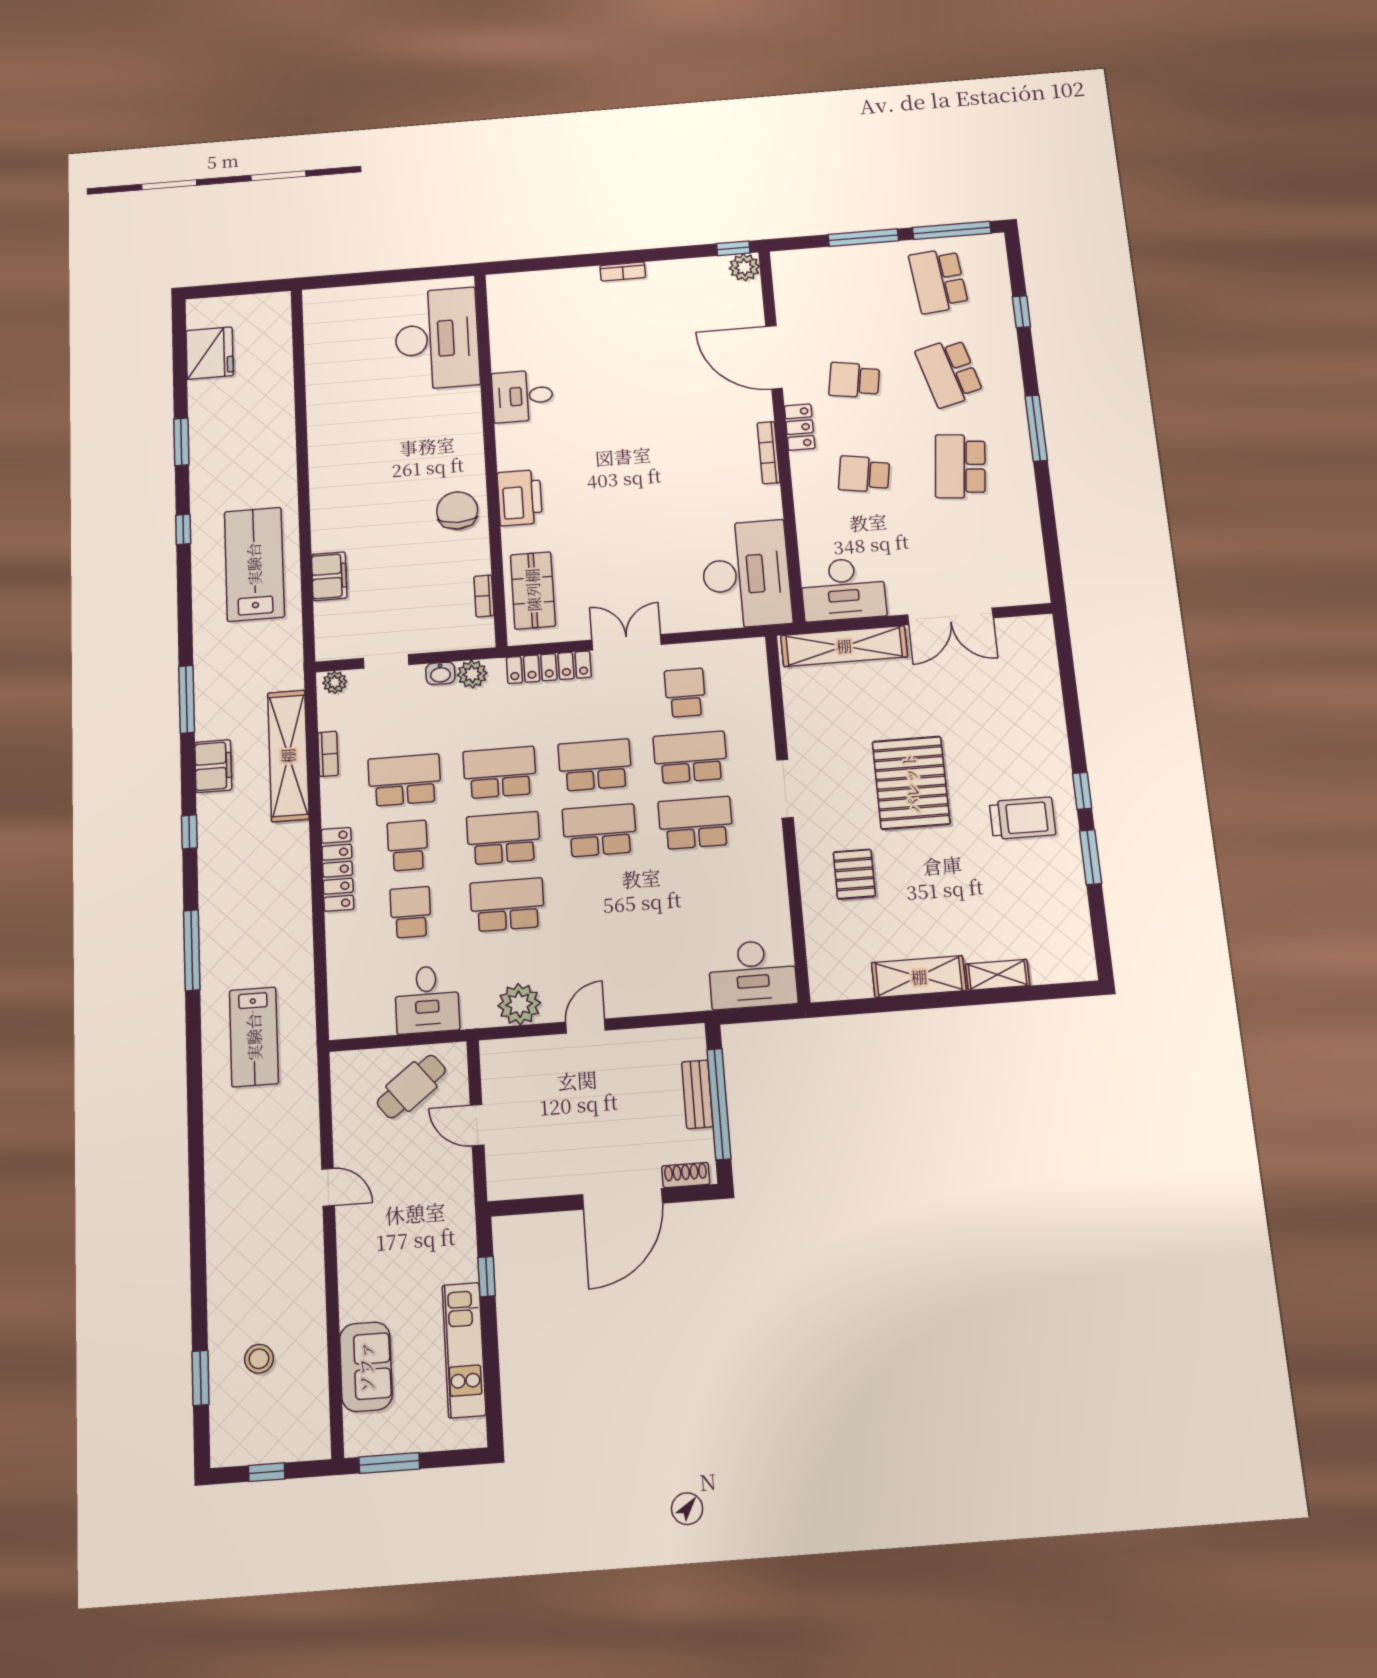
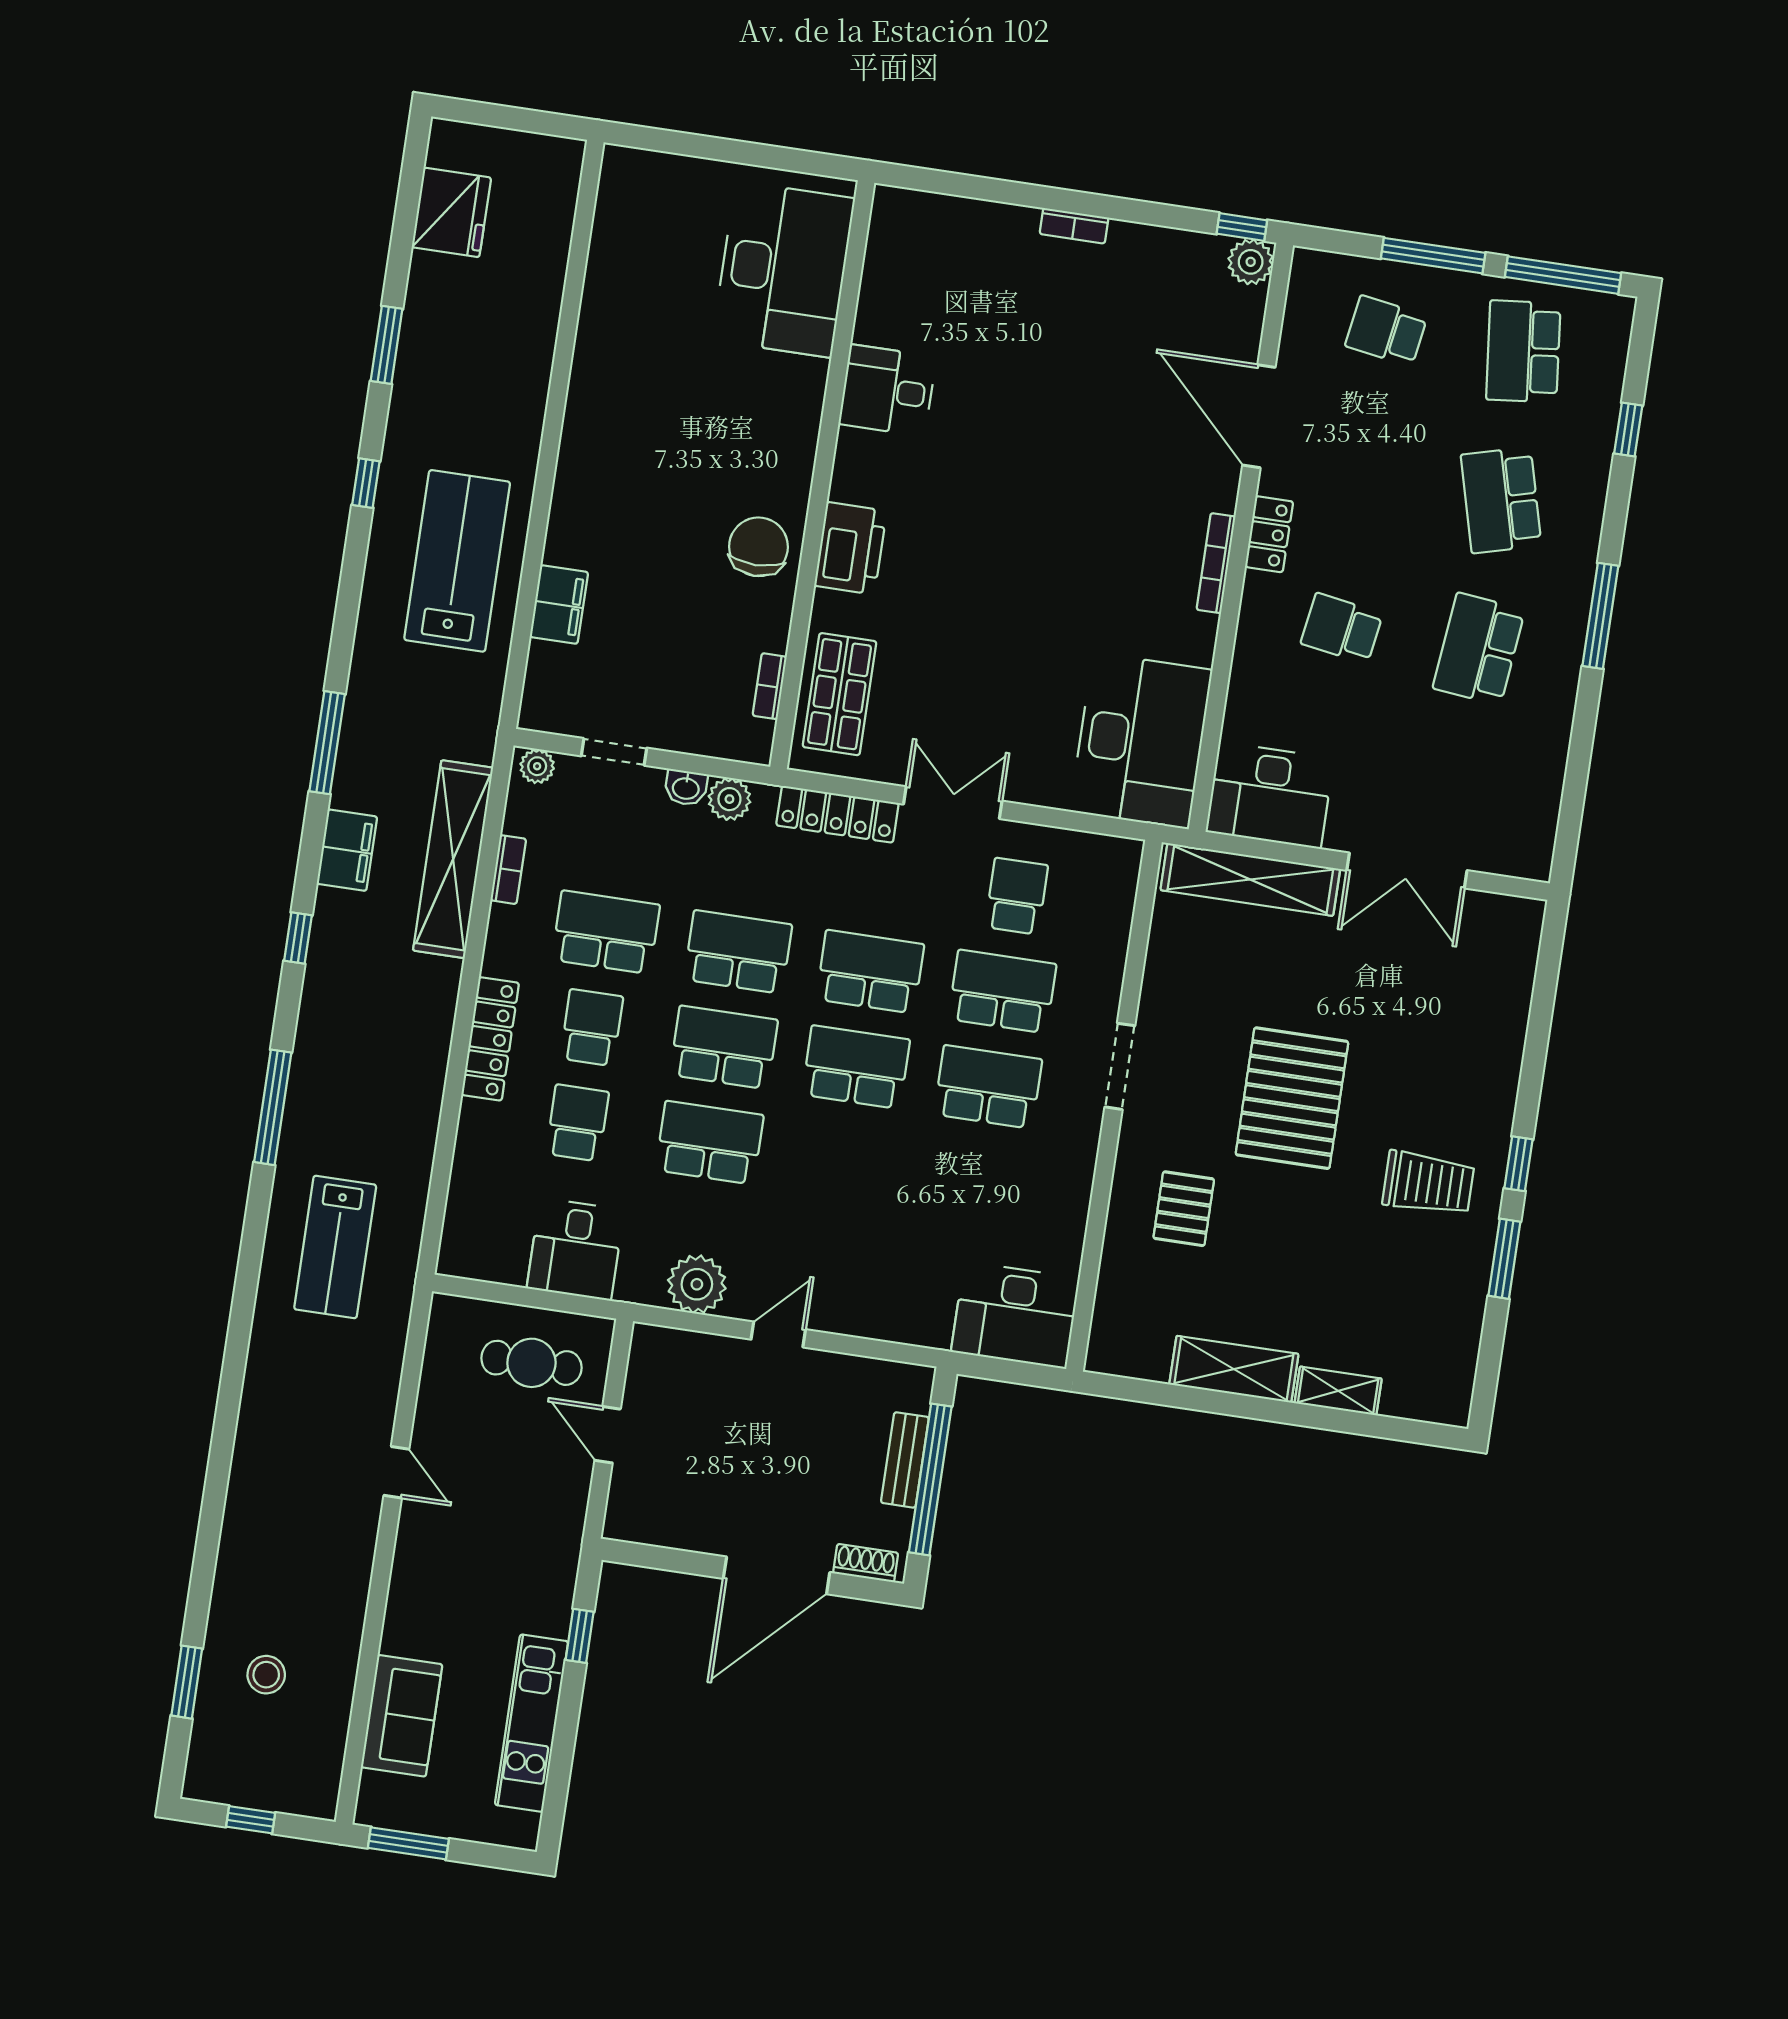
school desk: (854, 380) -> (1386, 331), moved
cafe table: (411, 1086) -> (531, 1363), turned 38

